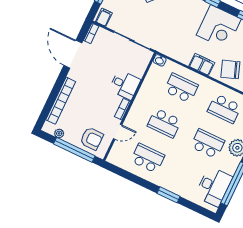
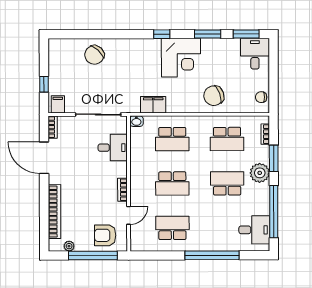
filing cabinet: (202, 64) -> (153, 105), moved
desk: (125, 85) -> (113, 148), moved
school desk: (181, 88) -> (172, 139), turned 180
armchair: (92, 139) -> (105, 235), turned 180
desk: (214, 187) -> (254, 230), width x0.73
window: (169, 195) -> (212, 255), width x2.11

